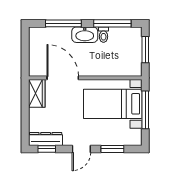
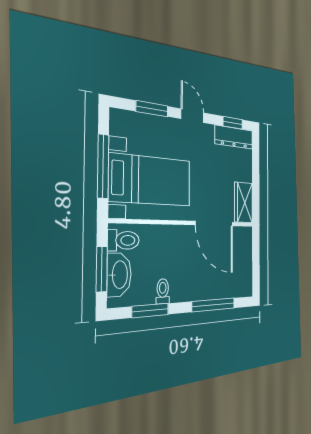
window: (112, 23) -> (150, 310), width x0.69
washbasin: (85, 35) -> (119, 275), moved, turned 90
toilet: (131, 66) -> (123, 240), added
door: (81, 149) -> (192, 116), hinge flipped

